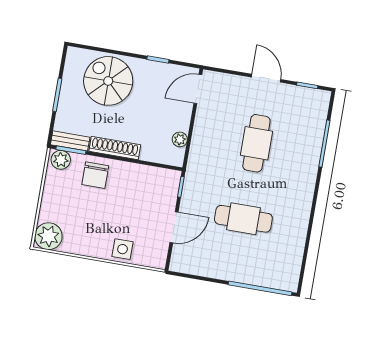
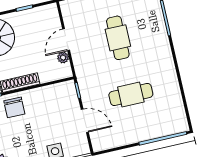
door: (198, 89) -> (66, 40), moved
door: (174, 227) -> (85, 121), hinge flipped

